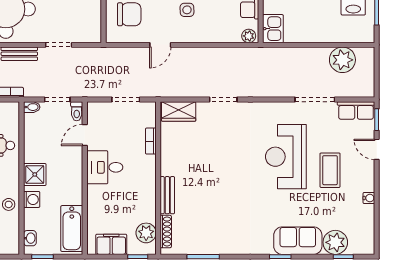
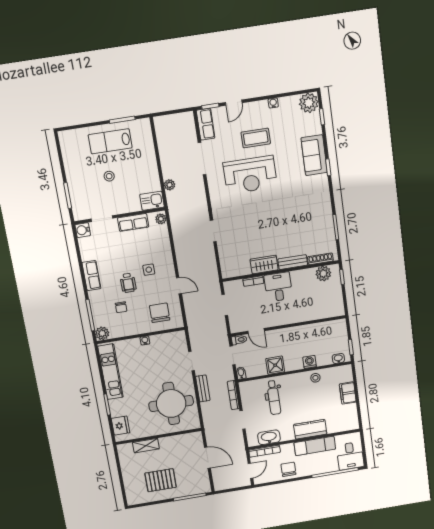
plant: (342, 60) -> (170, 185), moved, width x0.53, depth x0.53
wardrobe: (179, 111) -> (264, 264), moved, turned -90
desk: (105, 167) -> (278, 287), moved, turned 180
shower: (35, 174) -> (275, 365), moved
bathtub: (72, 229) -> (327, 329), removed
plant: (335, 242) -> (309, 103), moved
filing cabinet: (111, 244) -> (335, 298), removed

